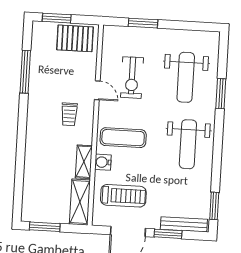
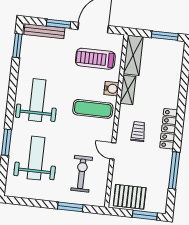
exercise bike: (132, 78) -> (82, 174), moved
locker: (34, 119) -> (169, 129), added

